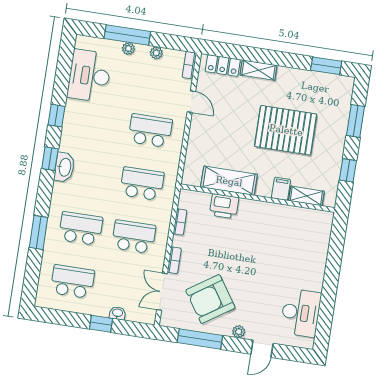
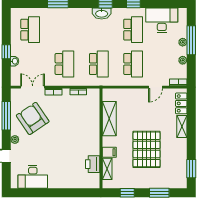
printer: (224, 206) -> (93, 164), moved
school desk: (81, 229) -> (133, 30), moved

